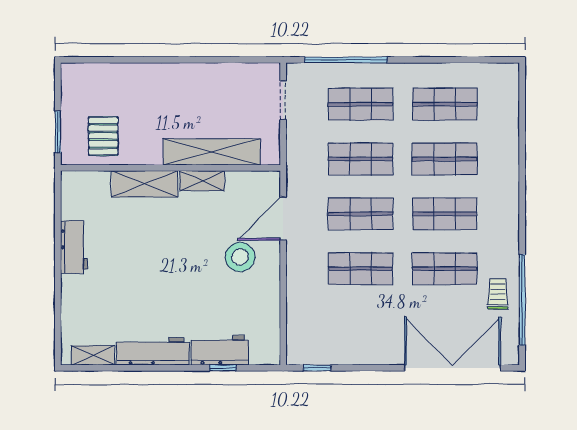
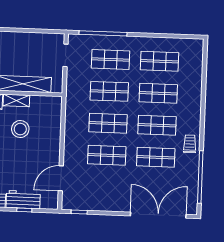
door: (283, 219) -> (61, 178), moved
stool: (240, 257) -> (20, 129), moved
trolley: (498, 294) -> (190, 144), moved

